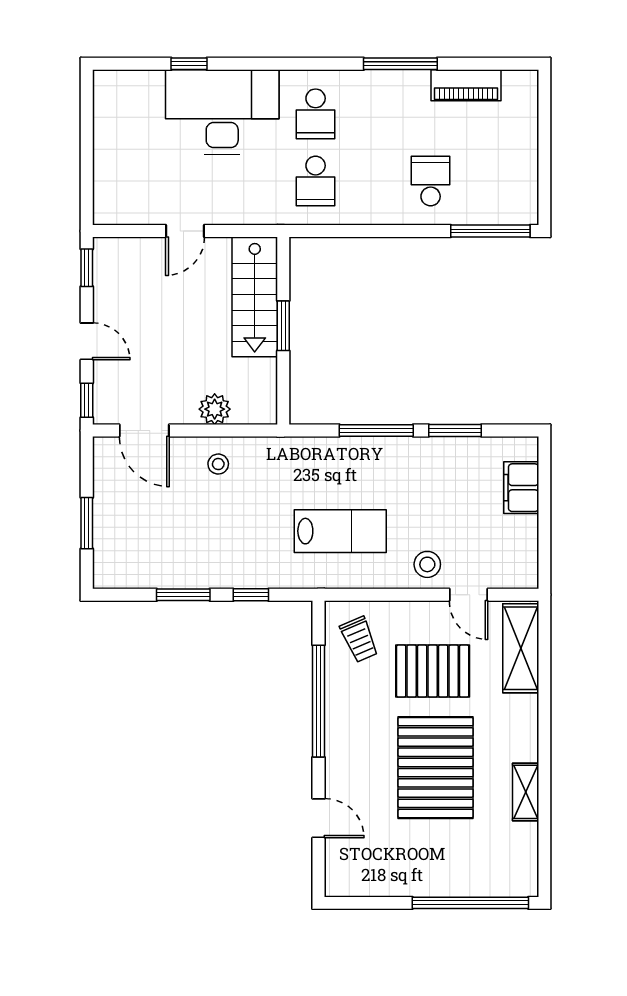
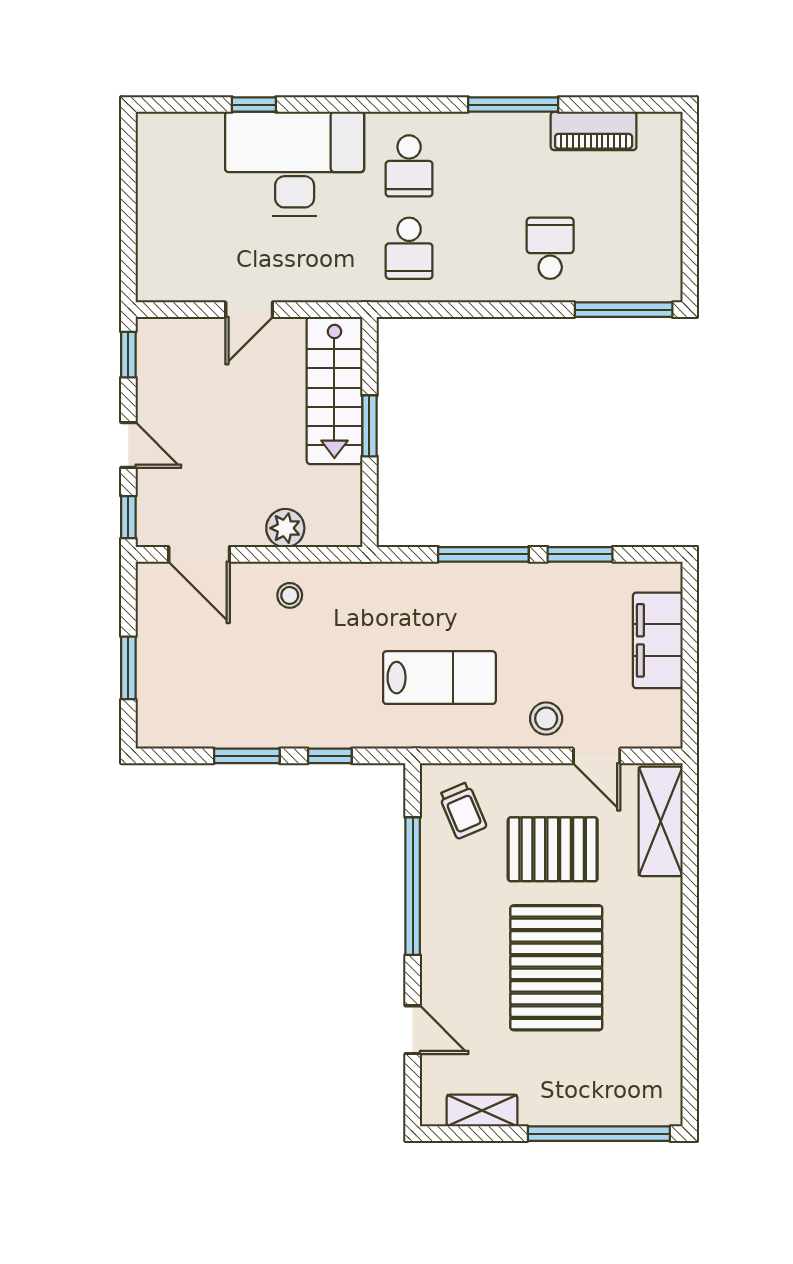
filing cabinet: (521, 488) -> (658, 640), width x1.50, depth x1.17
shelving: (526, 792) -> (482, 1111), moved, turned 90

